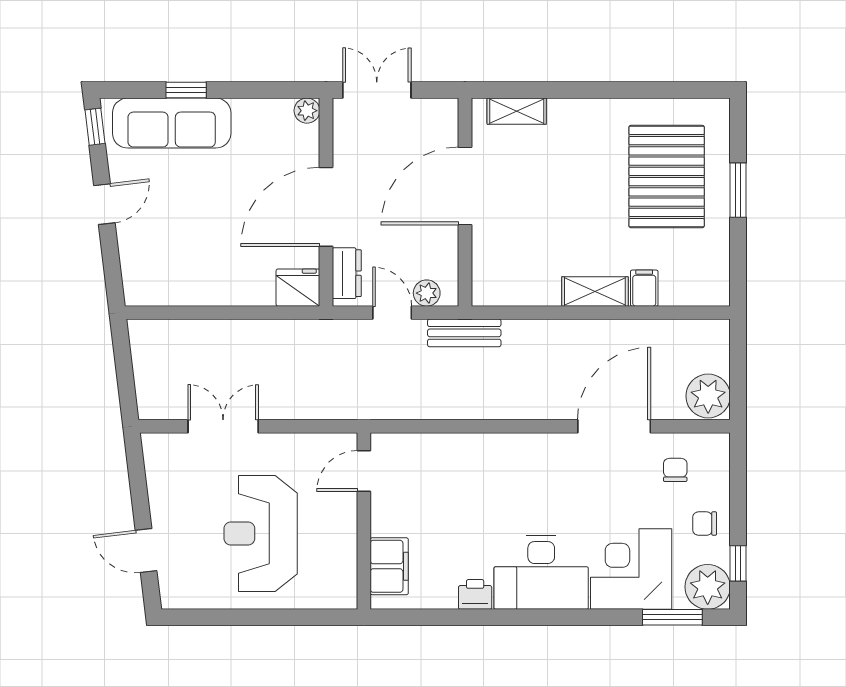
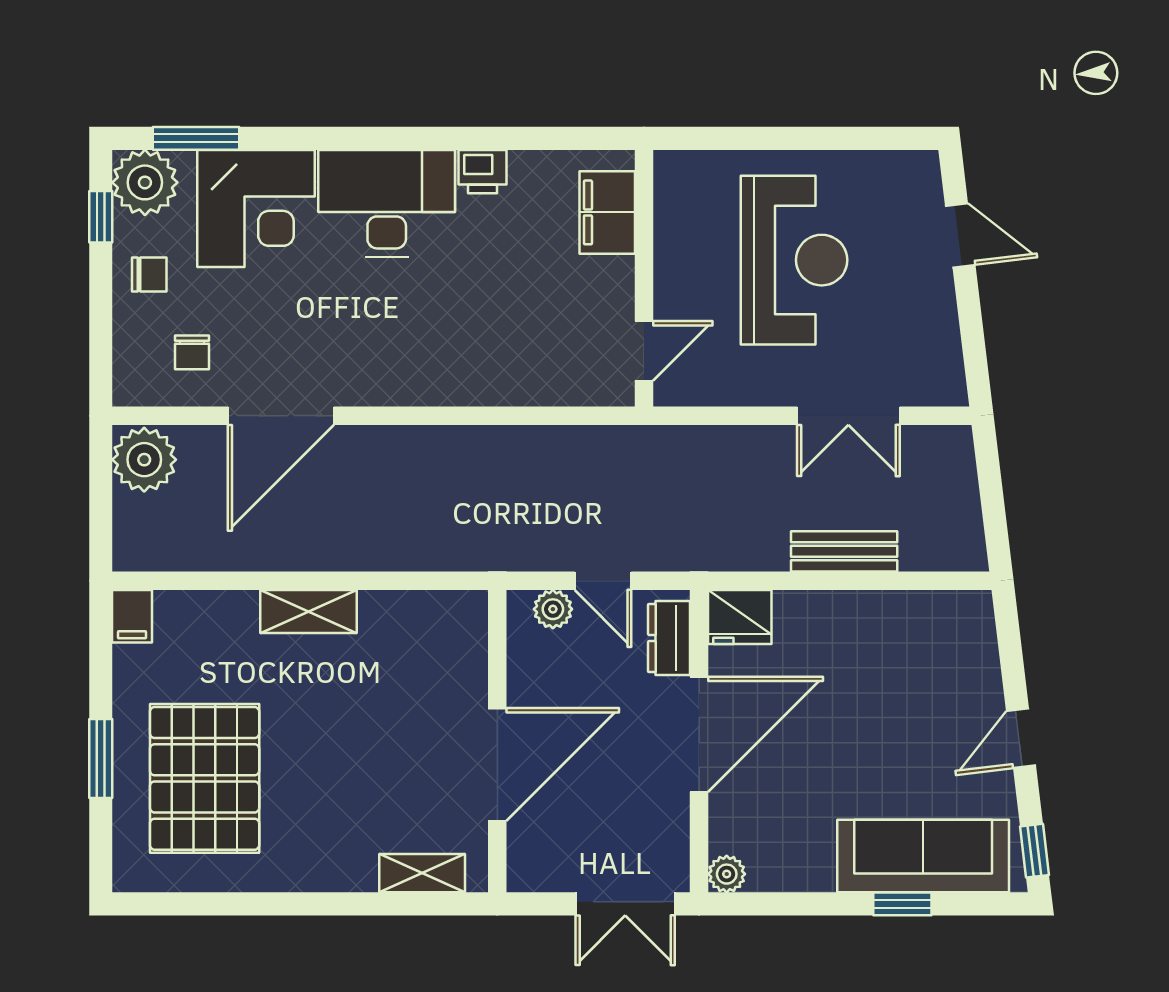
filing cabinet: (644, 288) -> (132, 616), moved
bench: (464, 333) -> (844, 551), moved

